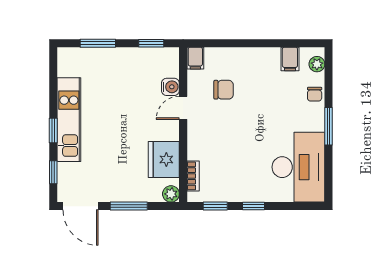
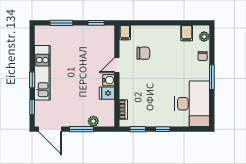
water cooler: (170, 87) -> (109, 80), moved
fridge: (164, 159) -> (107, 93), width x0.53, depth x0.75
plant: (171, 194) -> (93, 121), moved

